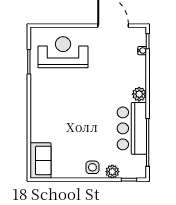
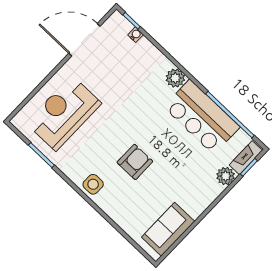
armchair: (73, 116) -> (135, 162), added
sofa: (41, 160) -> (168, 229), moved, turned -90
side table: (92, 167) -> (93, 184), moved
fireplace: (133, 173) -> (246, 158), added

